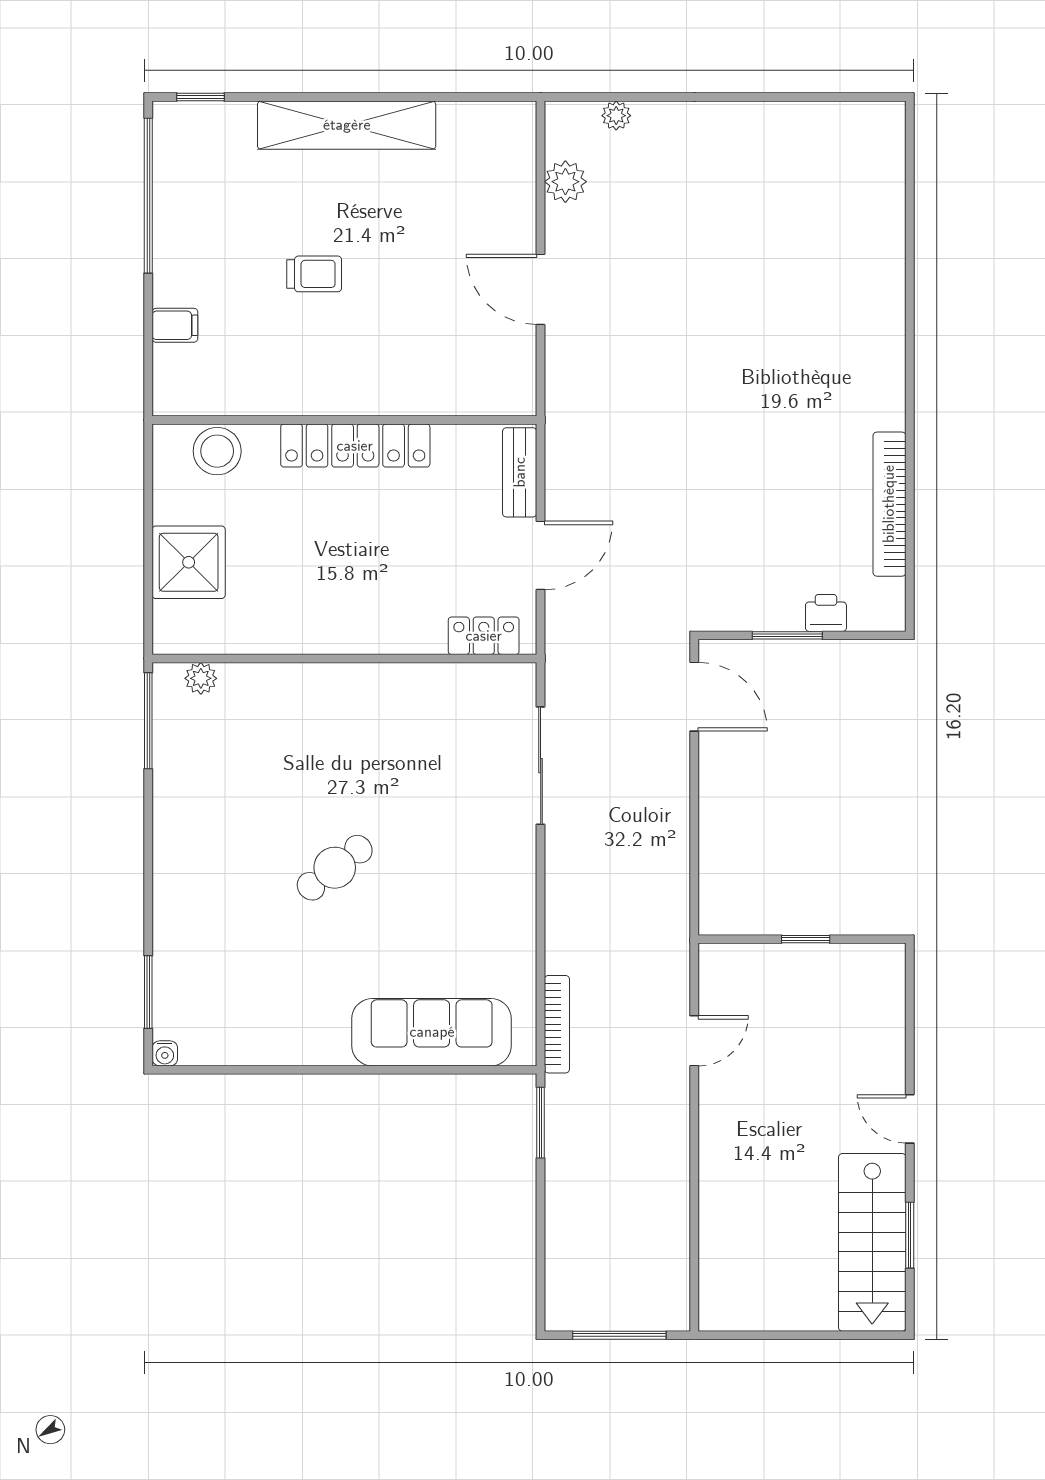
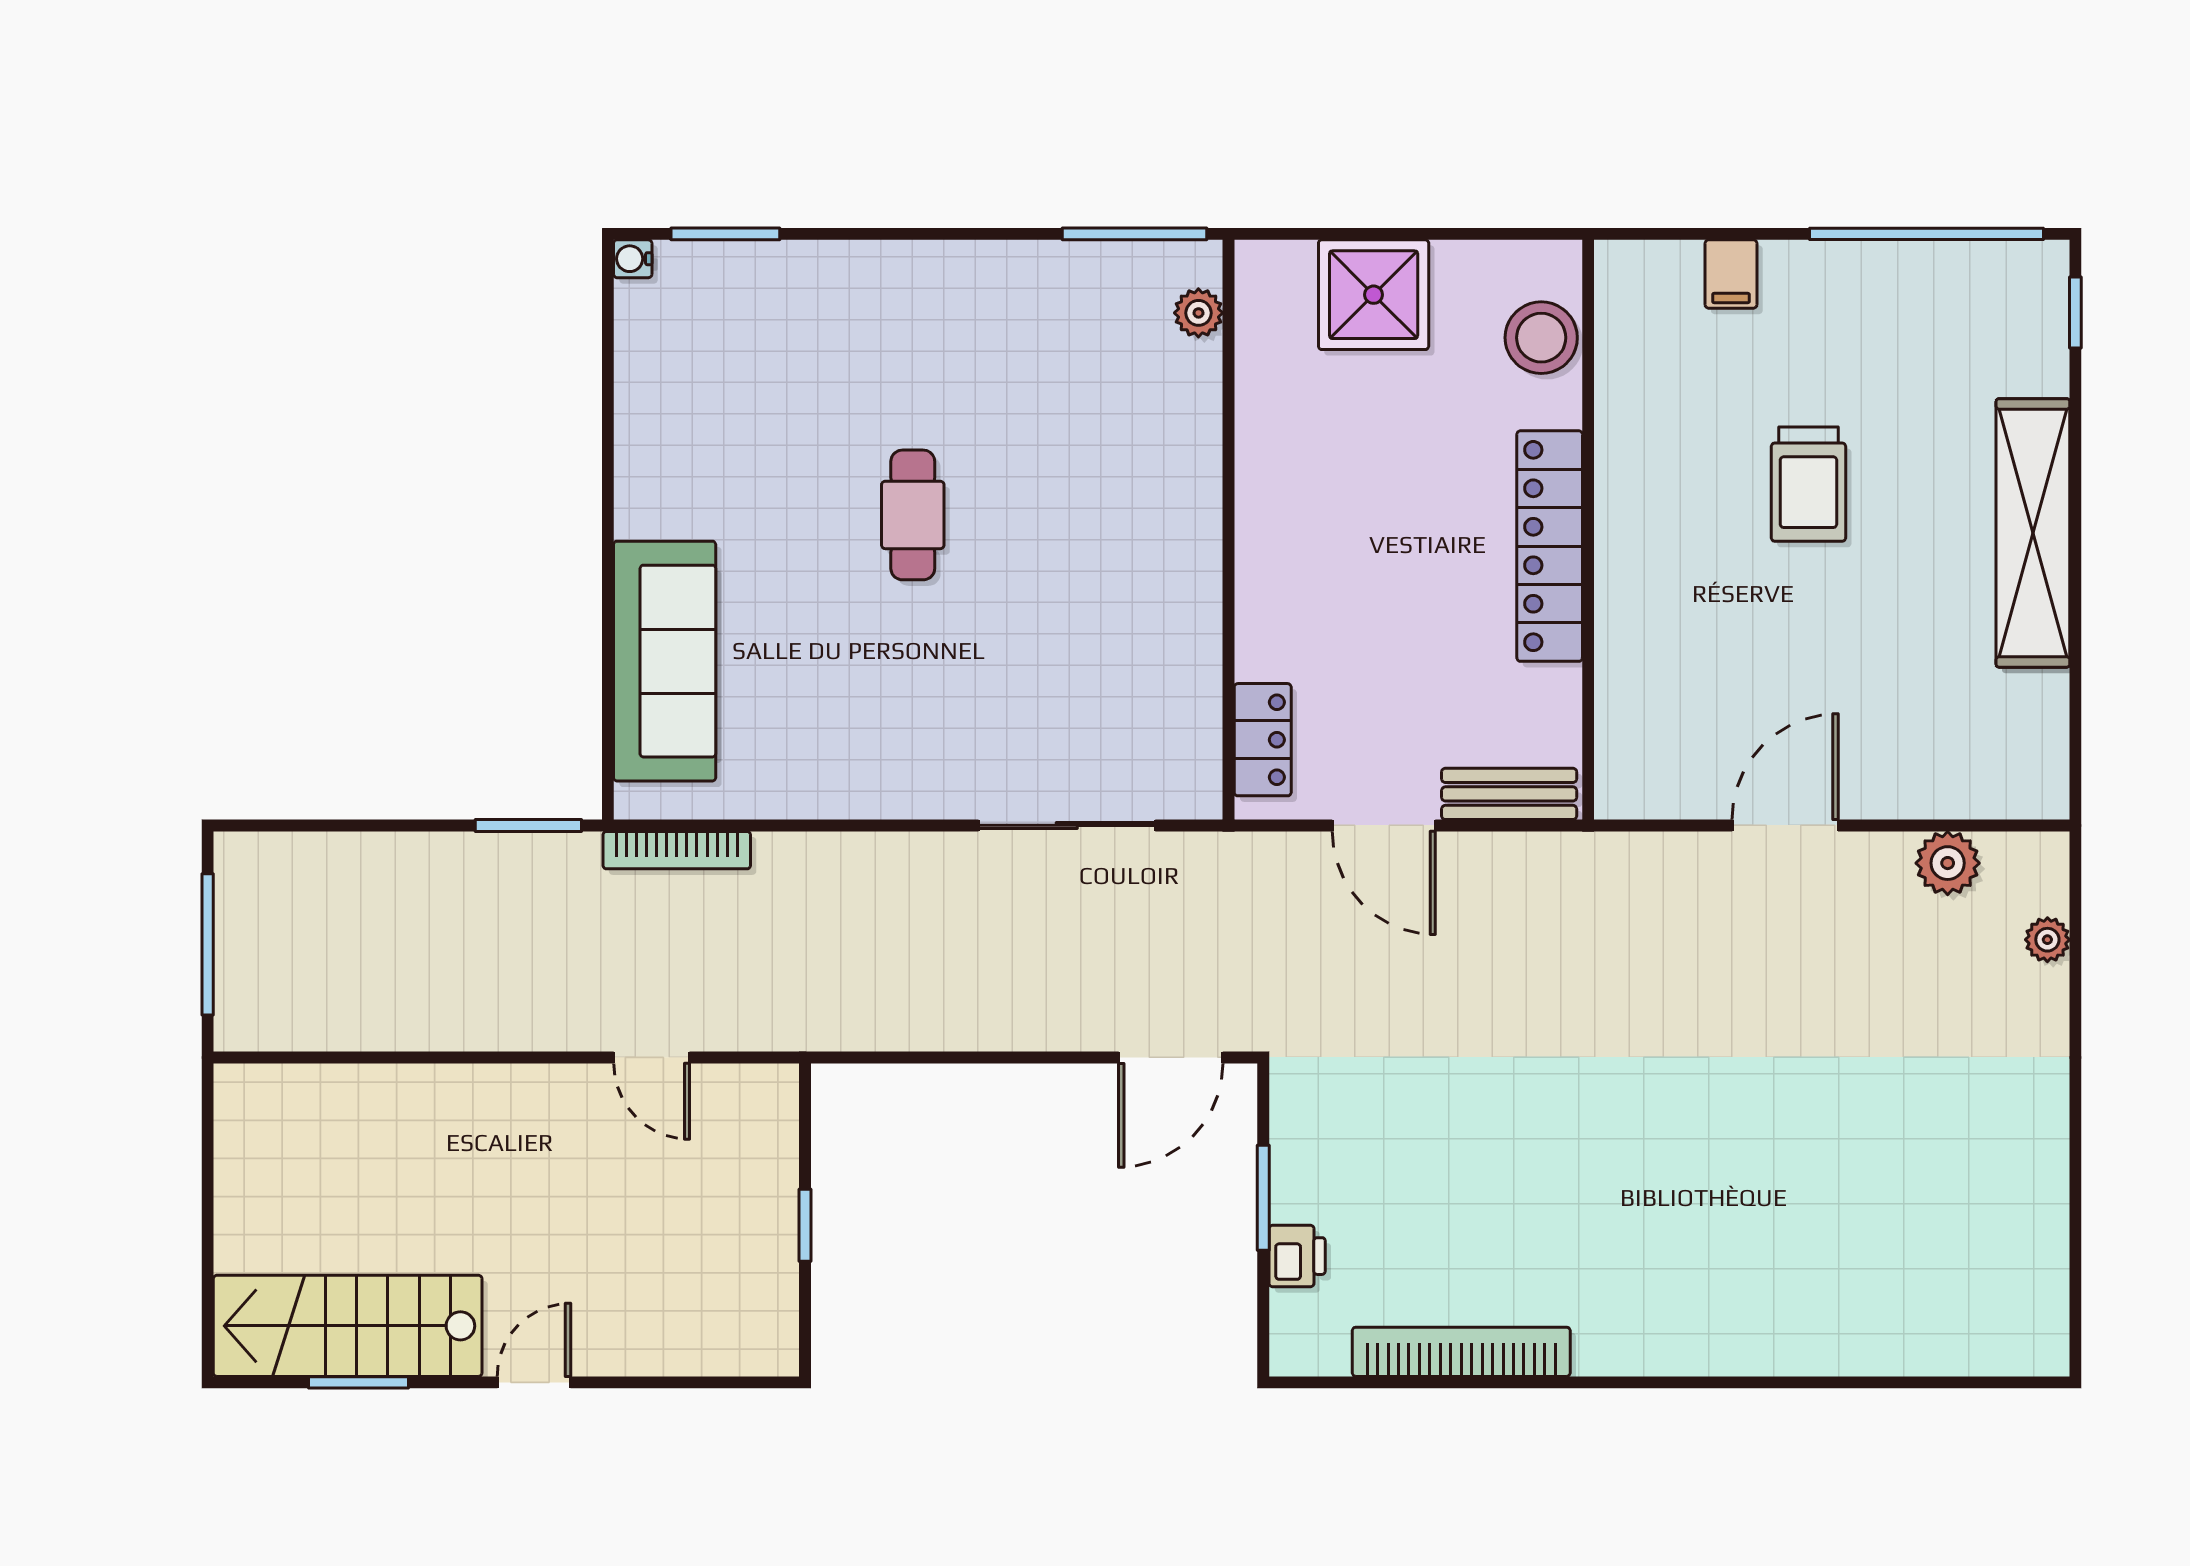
trolley: (314, 274) -> (1808, 484), width x1.36, depth x1.39
cafe table: (335, 868) -> (913, 515), turned 38

